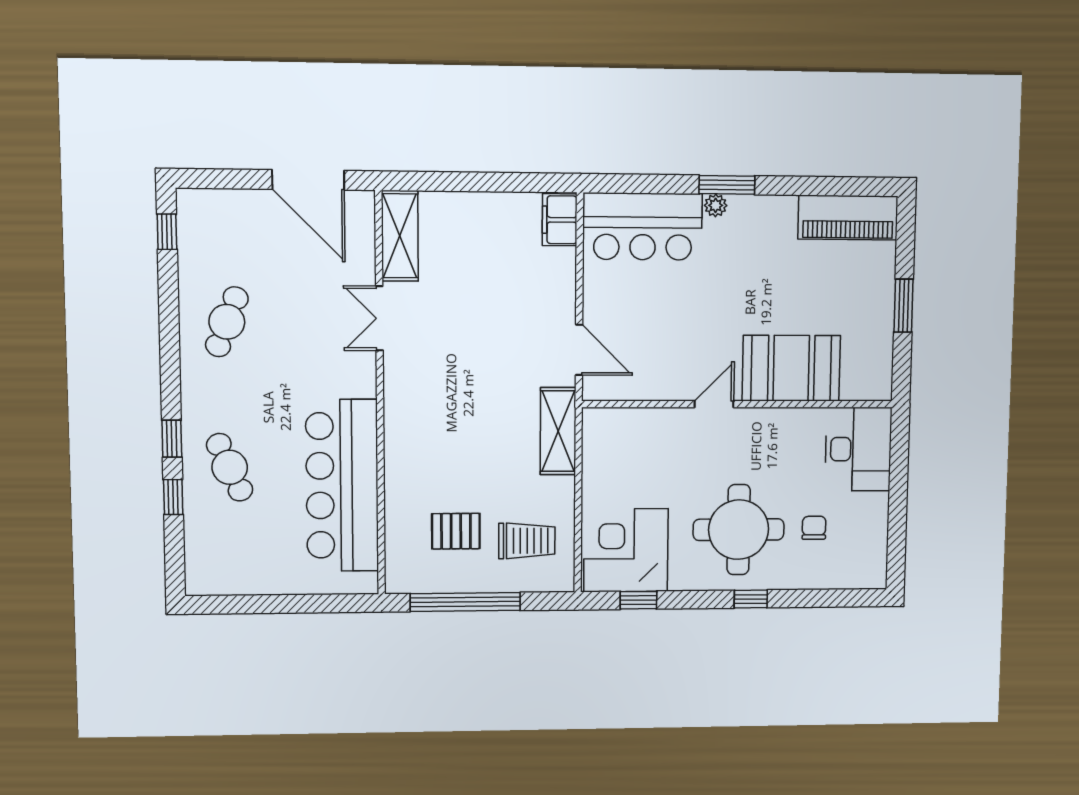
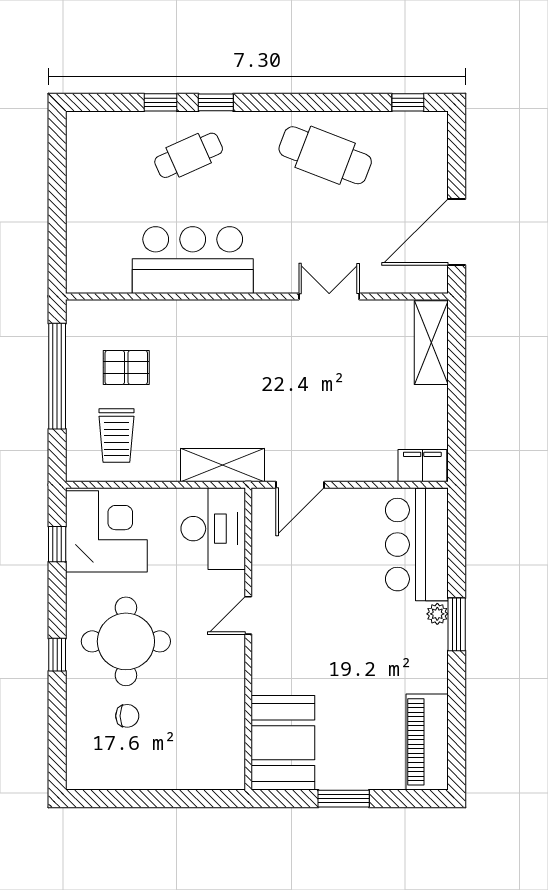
shelving: (400, 236) -> (431, 343), moved, turned 90
cafe table: (227, 322) -> (325, 155), width x1.37, depth x1.35
booth: (791, 368) -> (283, 743), moved
door: (714, 404) -> (248, 615), swing flipped
desk: (858, 449) -> (213, 529), moved, turned -90
bar counter: (342, 486) -> (193, 260), width x0.73
pallet: (456, 531) -> (126, 367), turned 90

